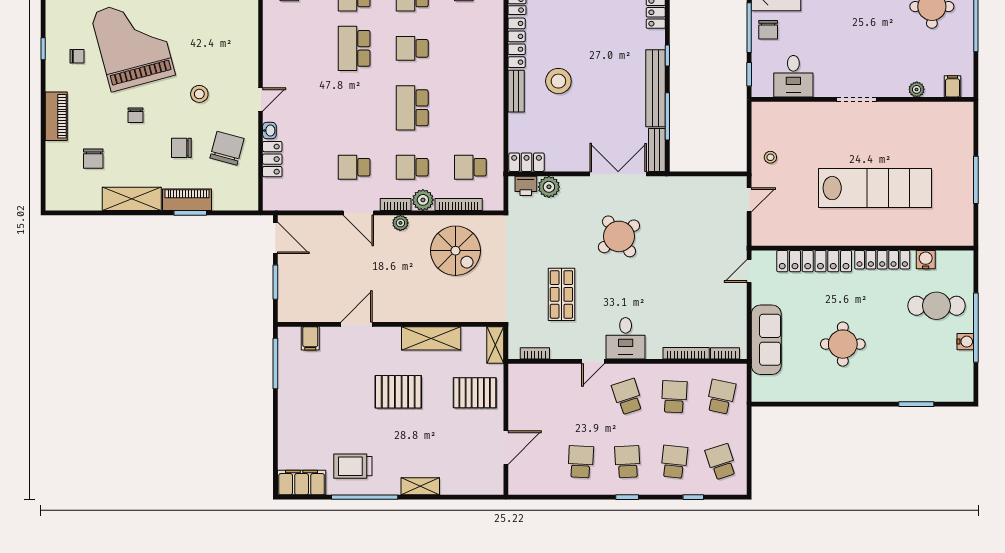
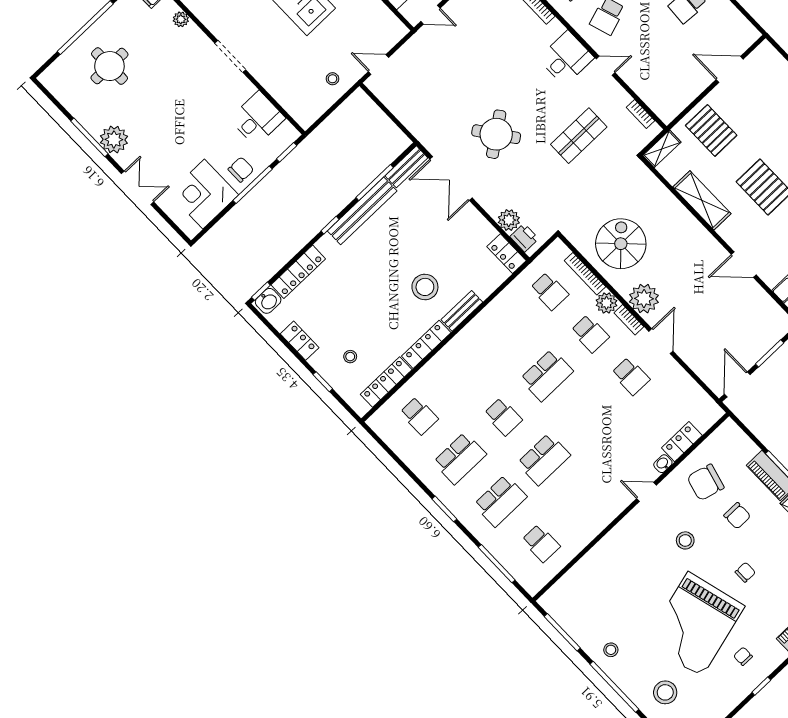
plant: (400, 223) -> (644, 299), width x1.87, depth x1.87

